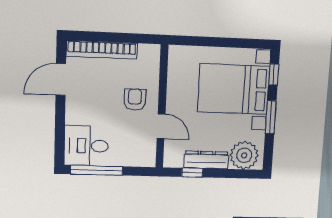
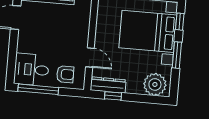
armchair: (135, 100) -> (65, 74), moved, turned 90
dresser: (206, 160) -> (108, 85), moved

